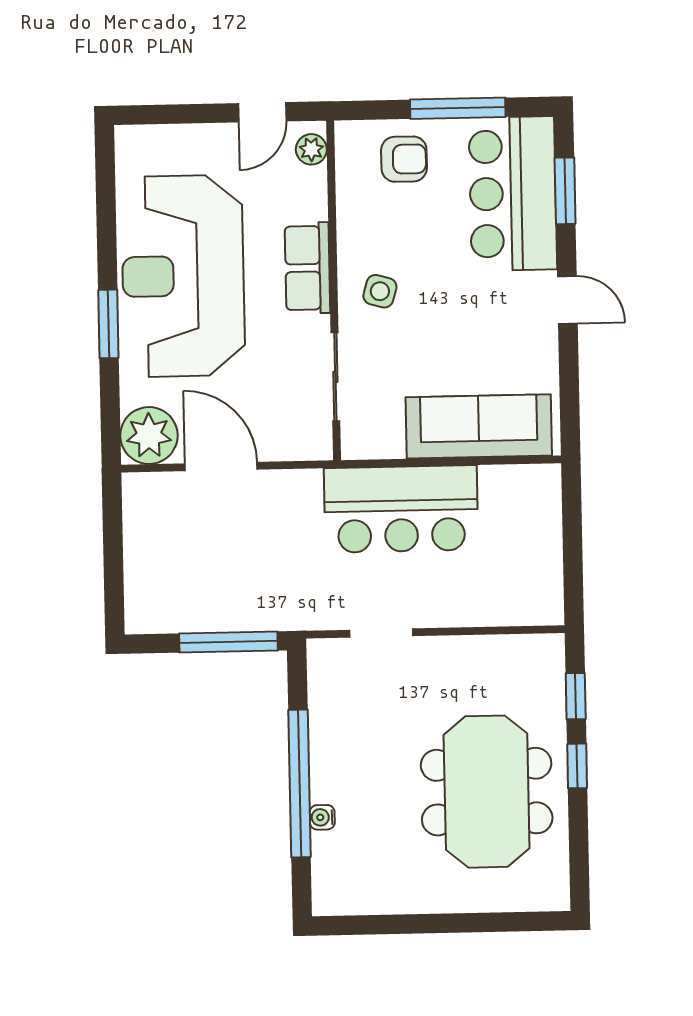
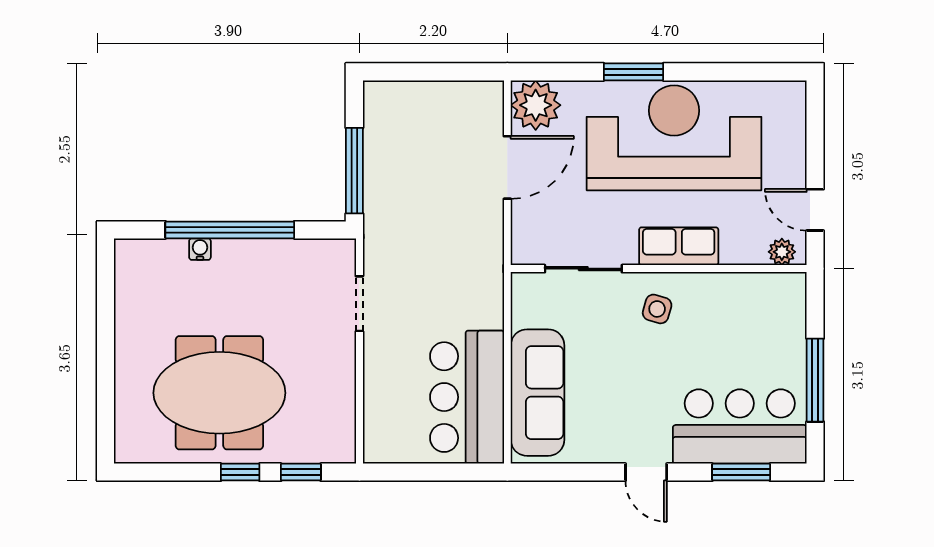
armchair: (404, 159) -> (772, 332), removed
door: (567, 300) -> (646, 472), hinge flipped
bar counter: (401, 509) -> (467, 397), moved

